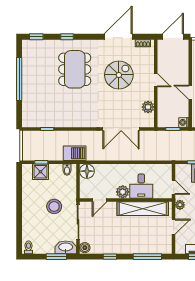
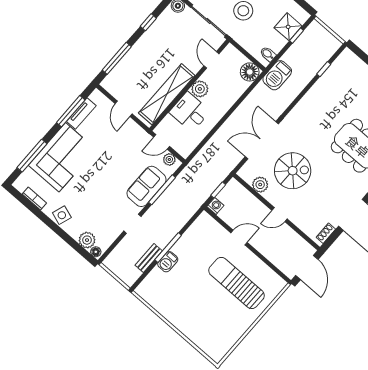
spiral stairs: (119, 75) -> (293, 171), moved, turned -90
plant: (180, 205) -> (169, 159), moved

